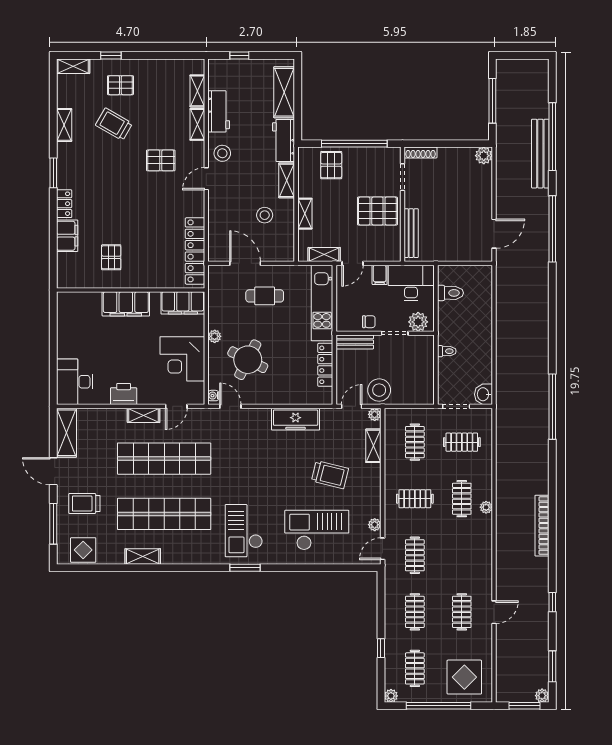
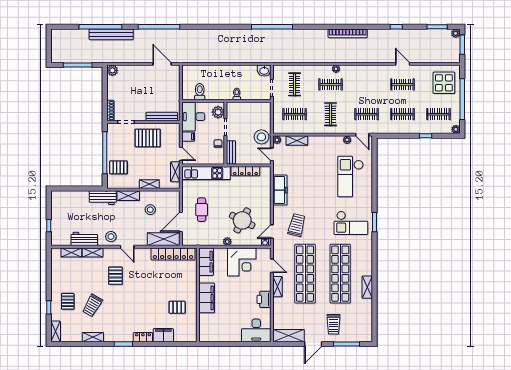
shelving: (284, 92) -> (164, 239), moved
pallet: (377, 211) -> (148, 138), turned 90
trolley: (330, 475) -> (297, 225), moved
display table: (83, 550) -> (363, 325), removed

